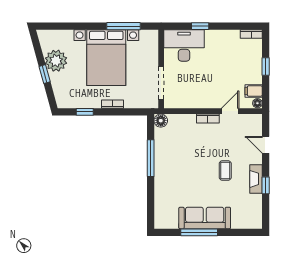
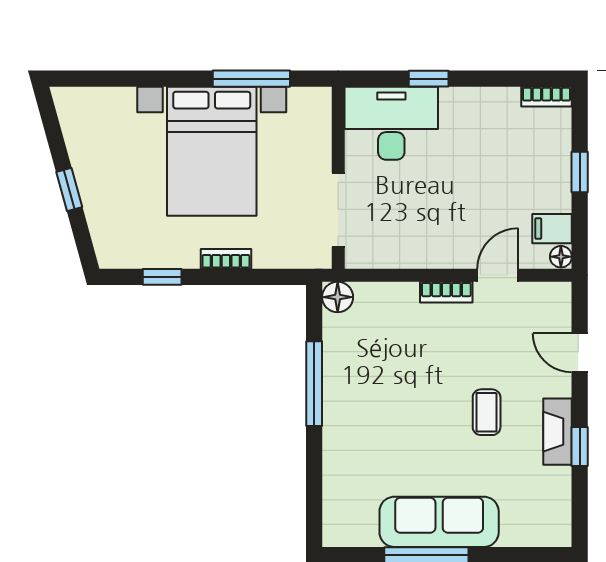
plant: (56, 61) -> (95, 158), removed

